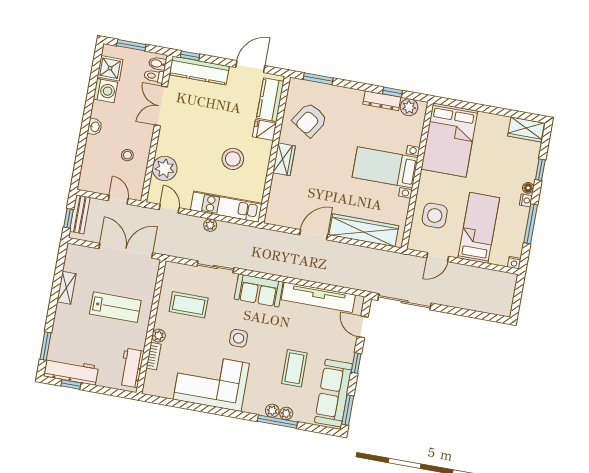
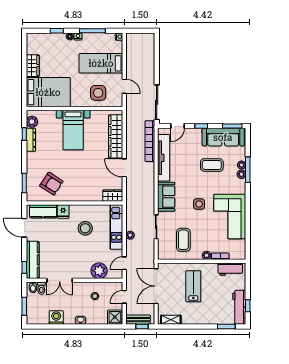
shower: (110, 68) -> (115, 317), moved
wardrobe: (526, 129) -> (33, 66), moved
wardrobe: (284, 159) -> (113, 196), moved
bookcase: (347, 281) -> (150, 141), added
shelving: (66, 288) -> (171, 320), moved

